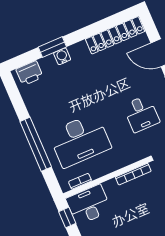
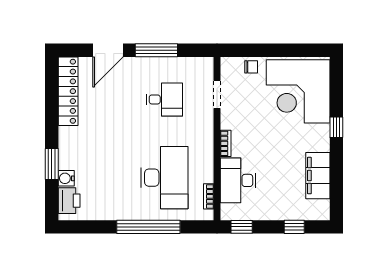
water cooler: (62, 56) -> (66, 178), moved
bookcase: (133, 174) -> (226, 143), width x0.64
desk: (89, 205) -> (238, 180), moved

